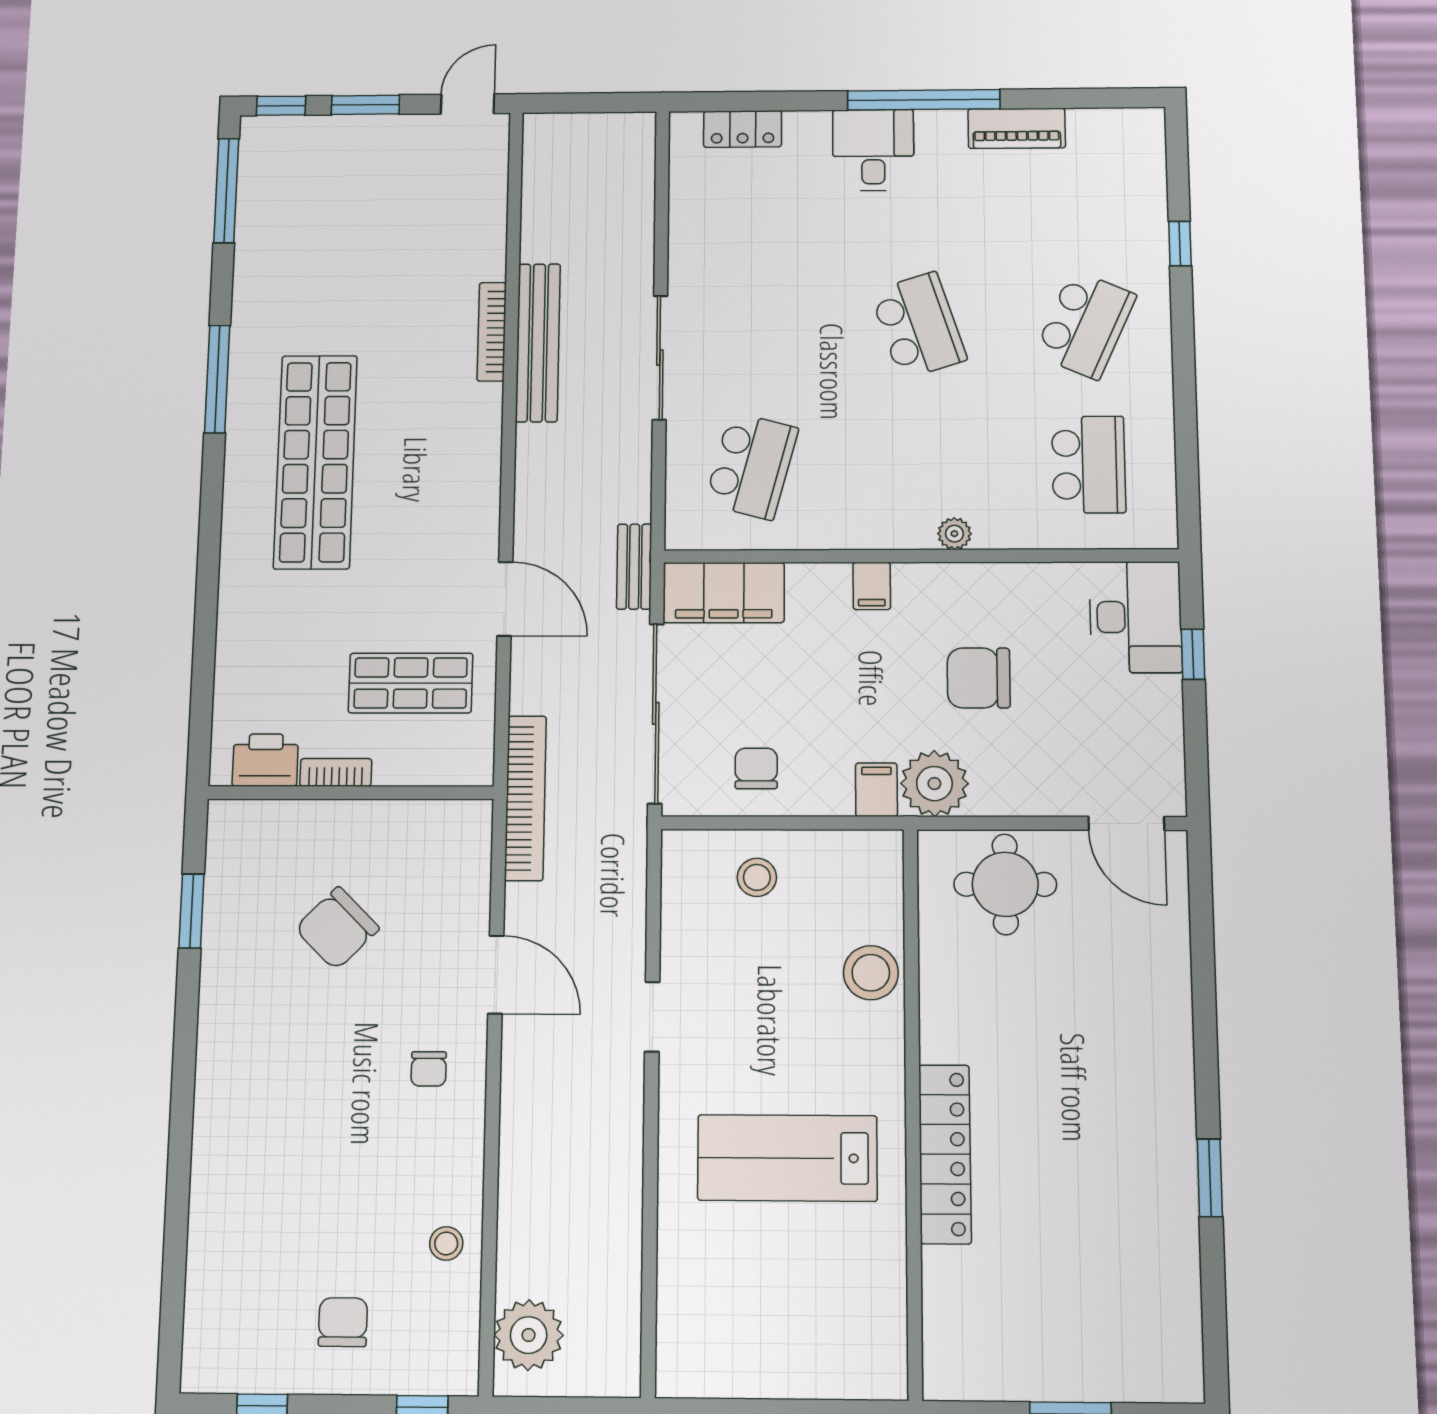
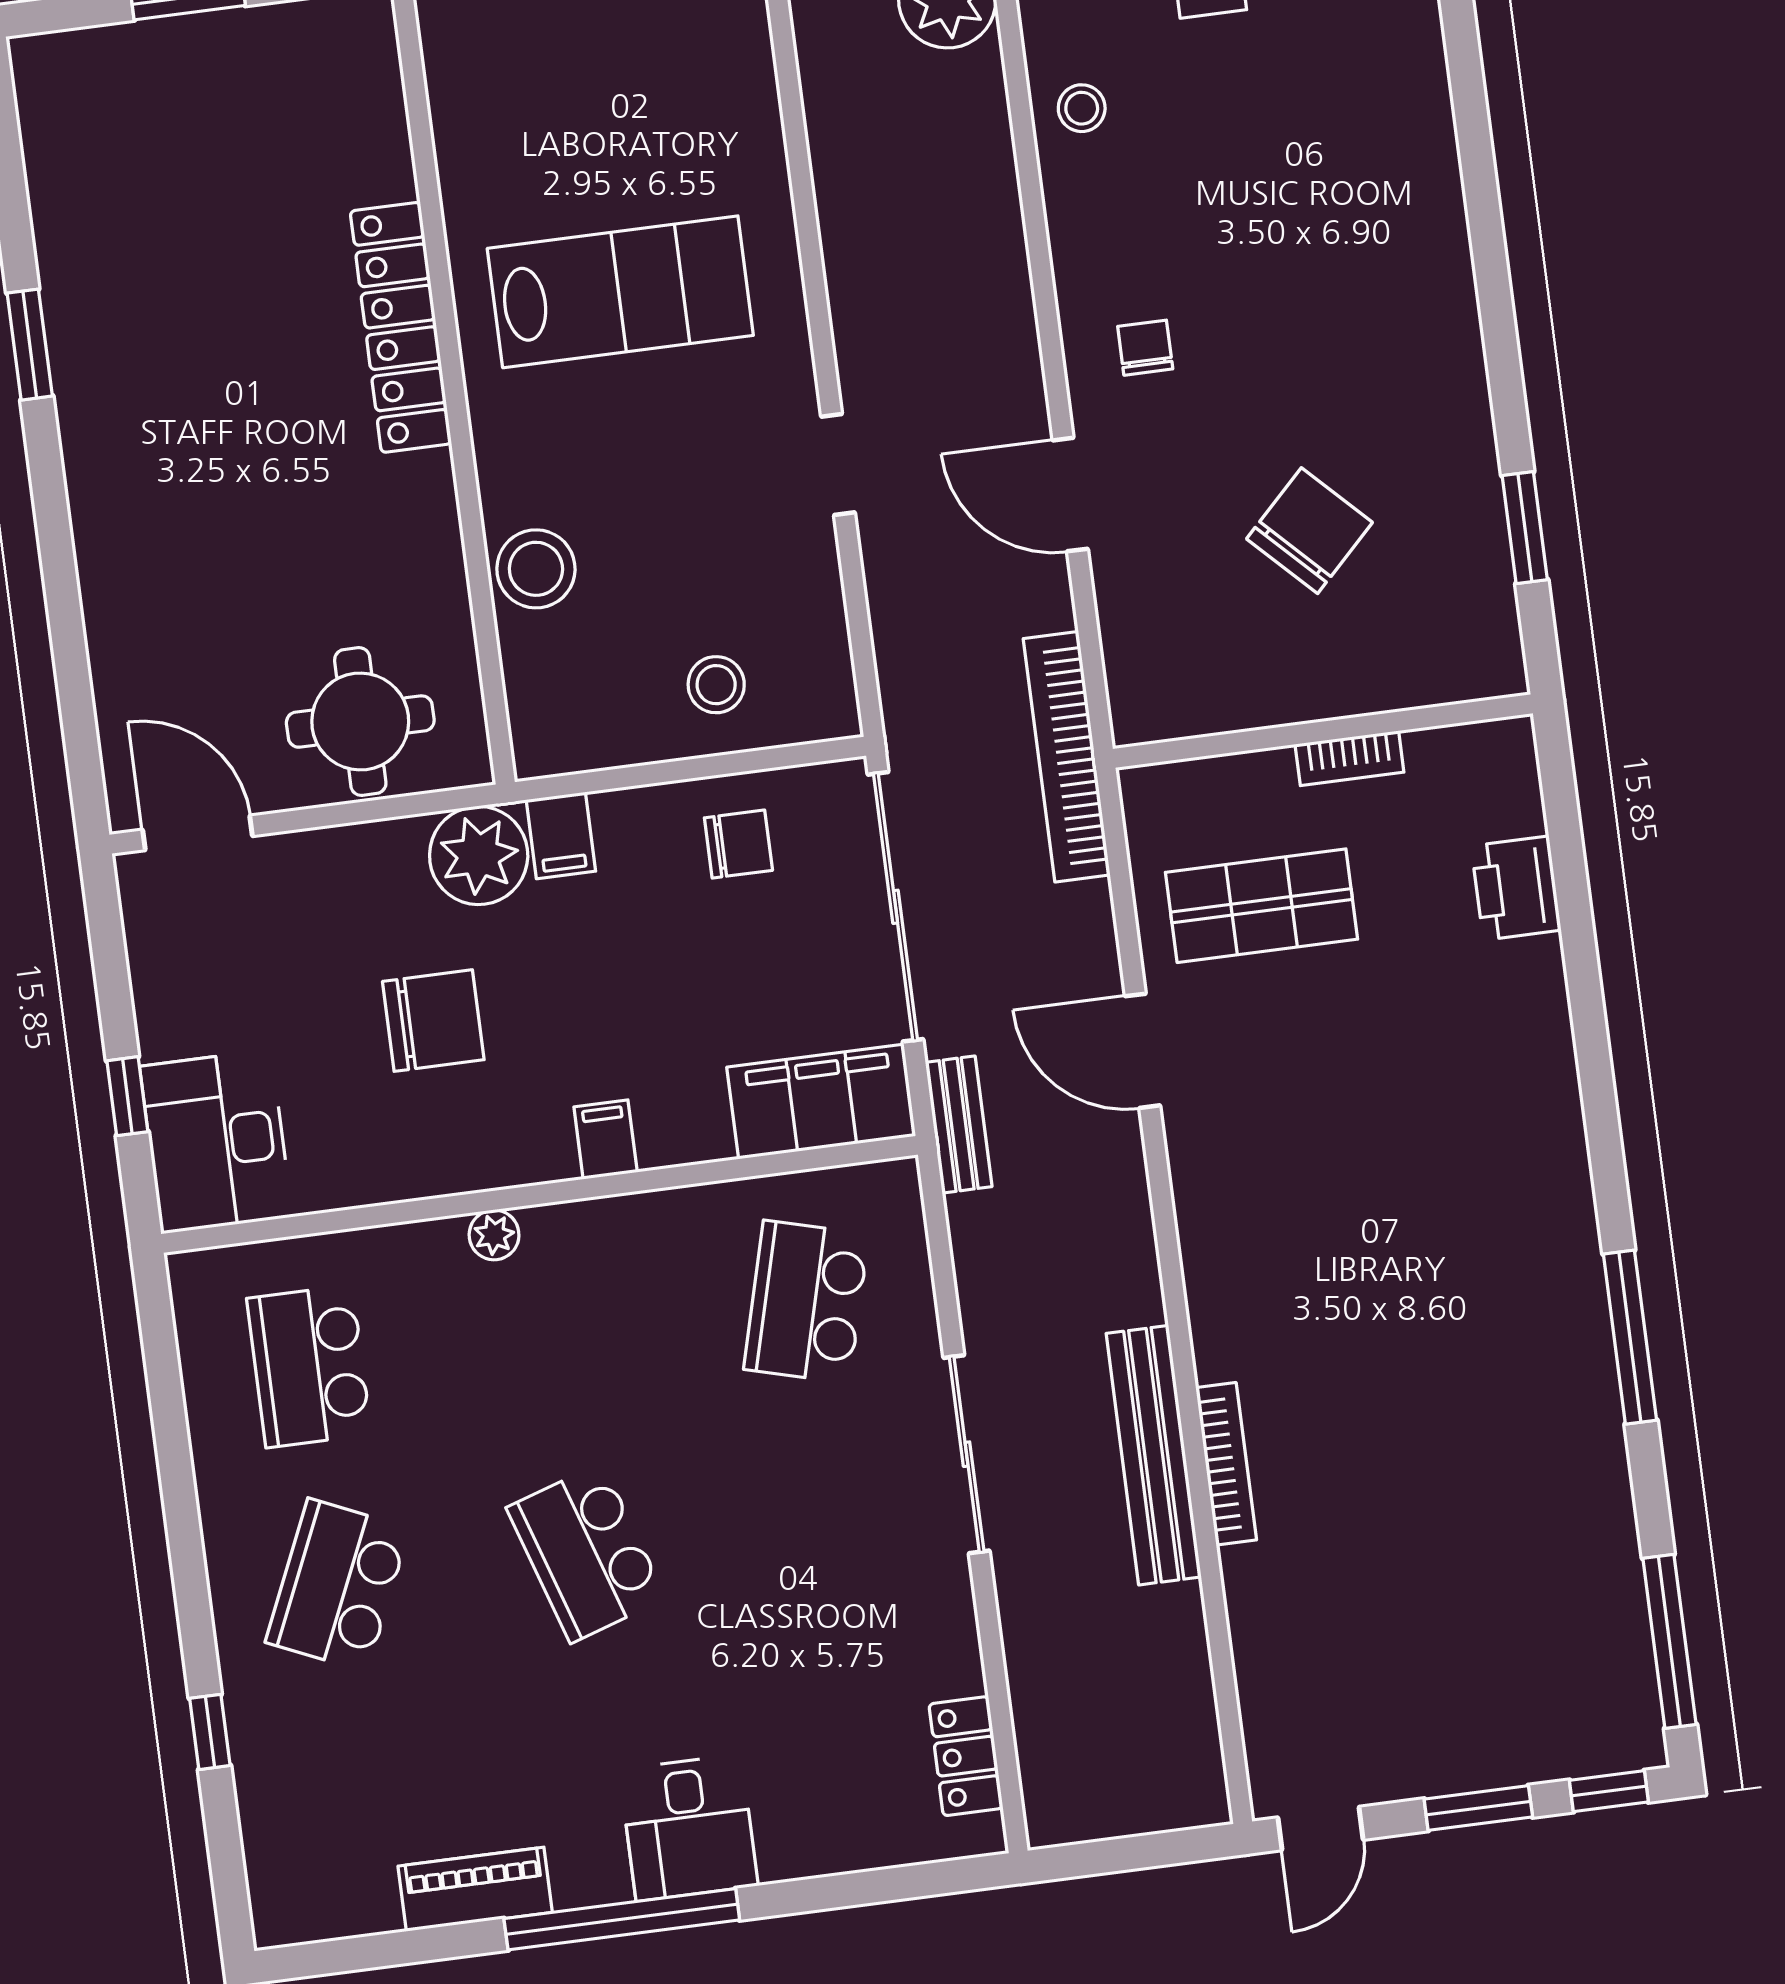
locker: (743, 129) -> (966, 1756), moved, turned -90
shop shelf: (315, 462) -> (1459, 1226), removed
printer: (265, 760) -> (1516, 888), moved, turned 90
chair: (756, 768) -> (738, 844), turned -90

